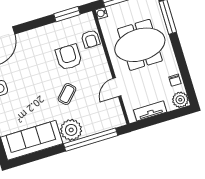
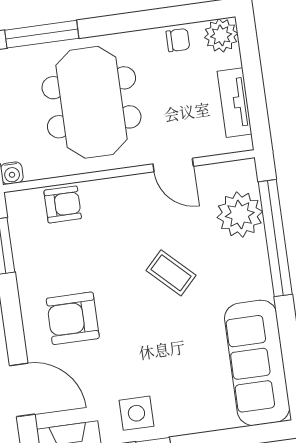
armchair: (69, 57) -> (73, 318), moved
plant: (71, 130) -> (240, 215), moved

